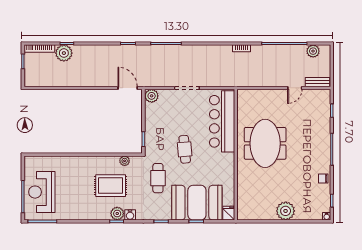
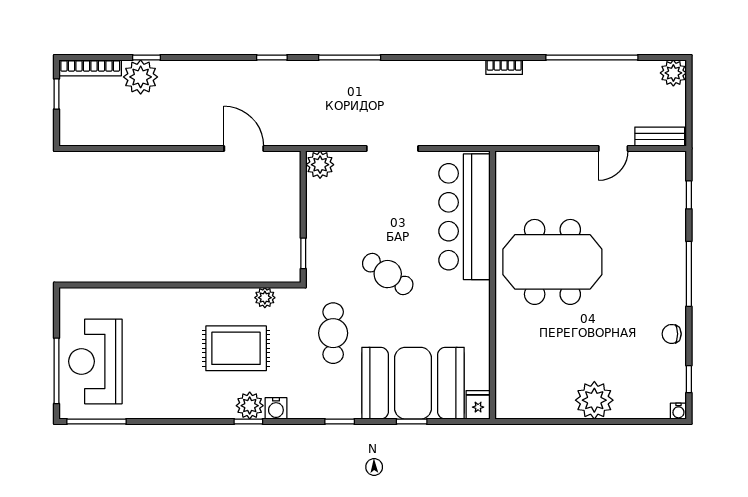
plant: (313, 51) -> (673, 73), moved
door: (128, 88) -> (244, 148), moved
meeting table: (265, 143) -> (552, 262), turned 90
cafe table: (185, 149) -> (388, 274), turned -50

